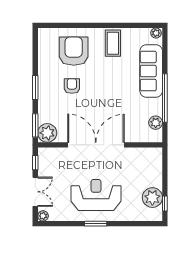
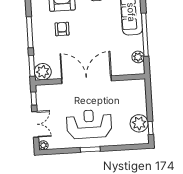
window: (35, 88) -> (30, 32), width x1.44

